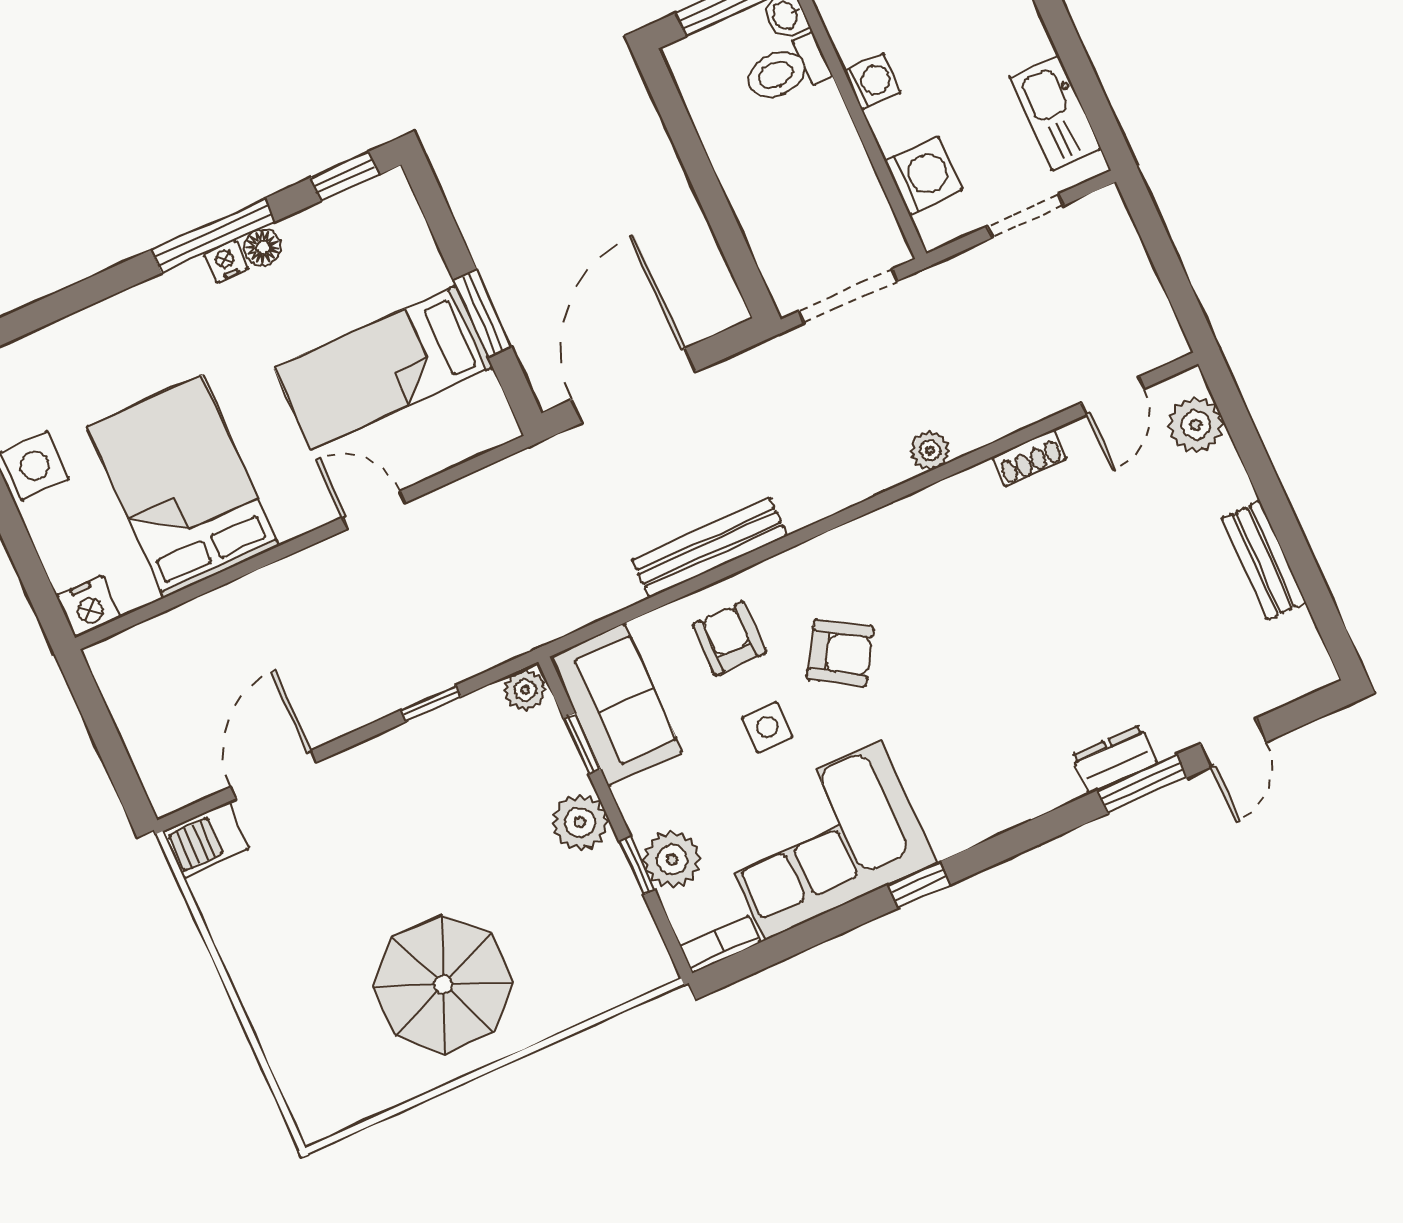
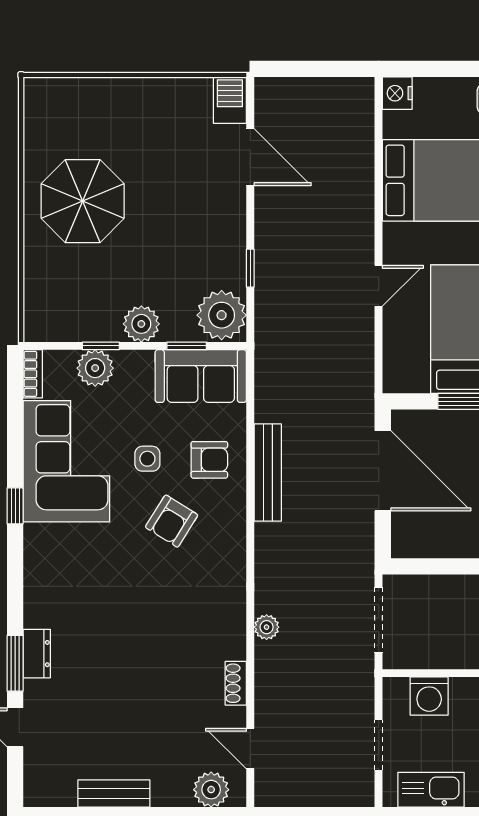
plant: (525, 690) -> (222, 315), width x1.87, depth x1.87

